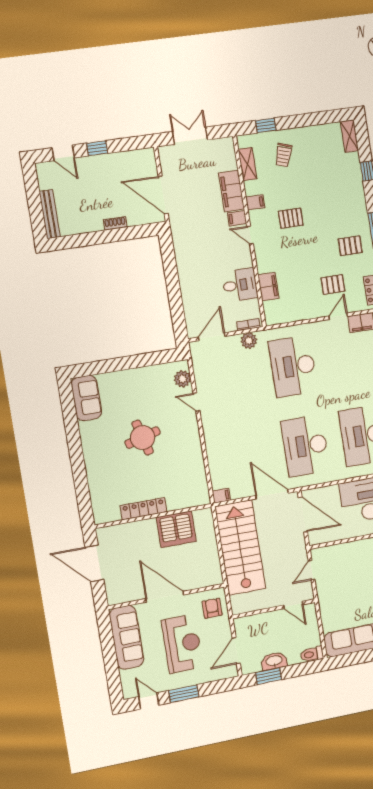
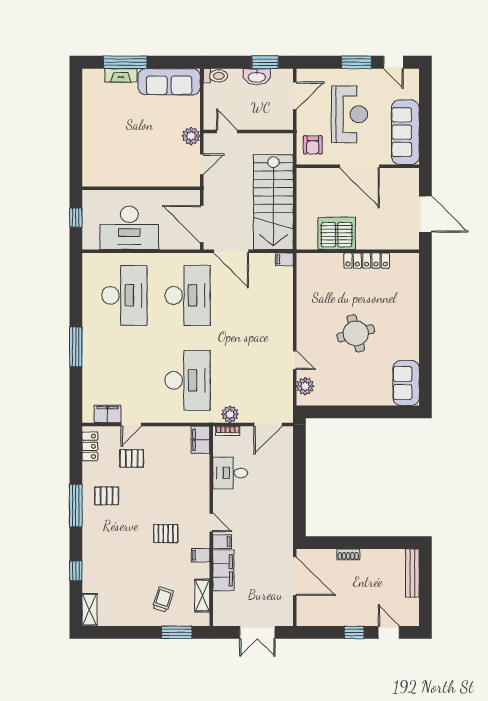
window: (266, 125) -> (177, 632), width x1.50
filing cabinet: (268, 287) -> (200, 440), moved
plant: (325, 594) -> (191, 136), added
reception desk: (182, 644) -> (349, 114), turned 180

